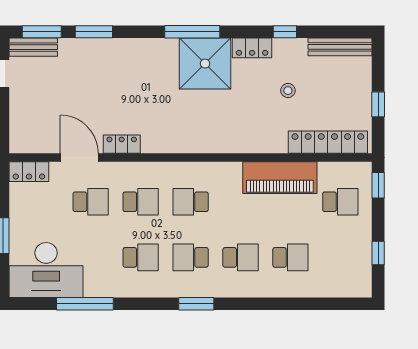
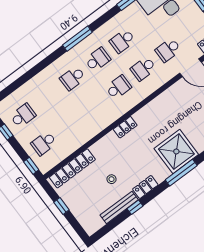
bench: (340, 47) -> (119, 207), moved
shower: (205, 64) -> (176, 151), moved
locker: (122, 144) -> (125, 127), moved
piano: (280, 178) -> (83, 133), removed
school desk: (290, 257) -> (23, 116), moved, turned 180
window: (196, 304) -> (77, 39), width x1.44

